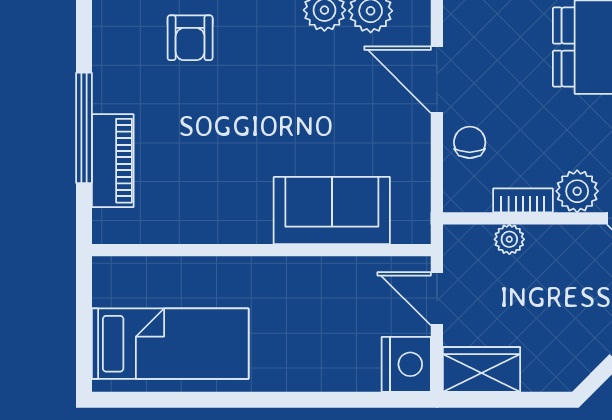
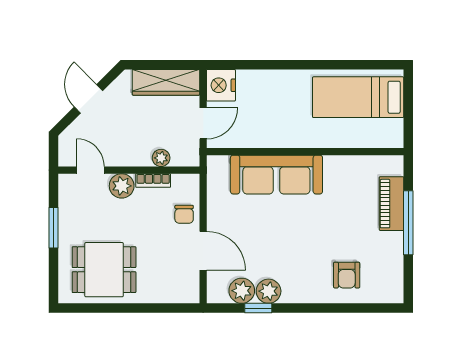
armchair: (190, 38) -> (347, 275), turned 180
sofa: (332, 211) -> (276, 175), width x1.36
door: (437, 299) -> (203, 123), hinge flipped
wardrobe: (481, 369) -> (166, 82), width x1.50

